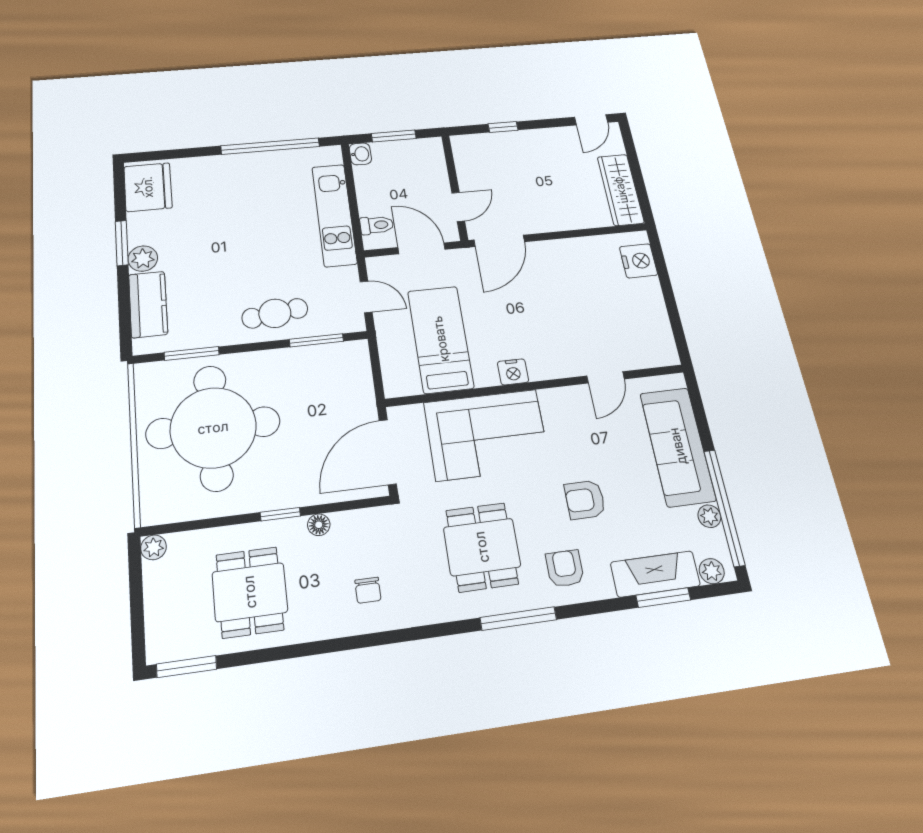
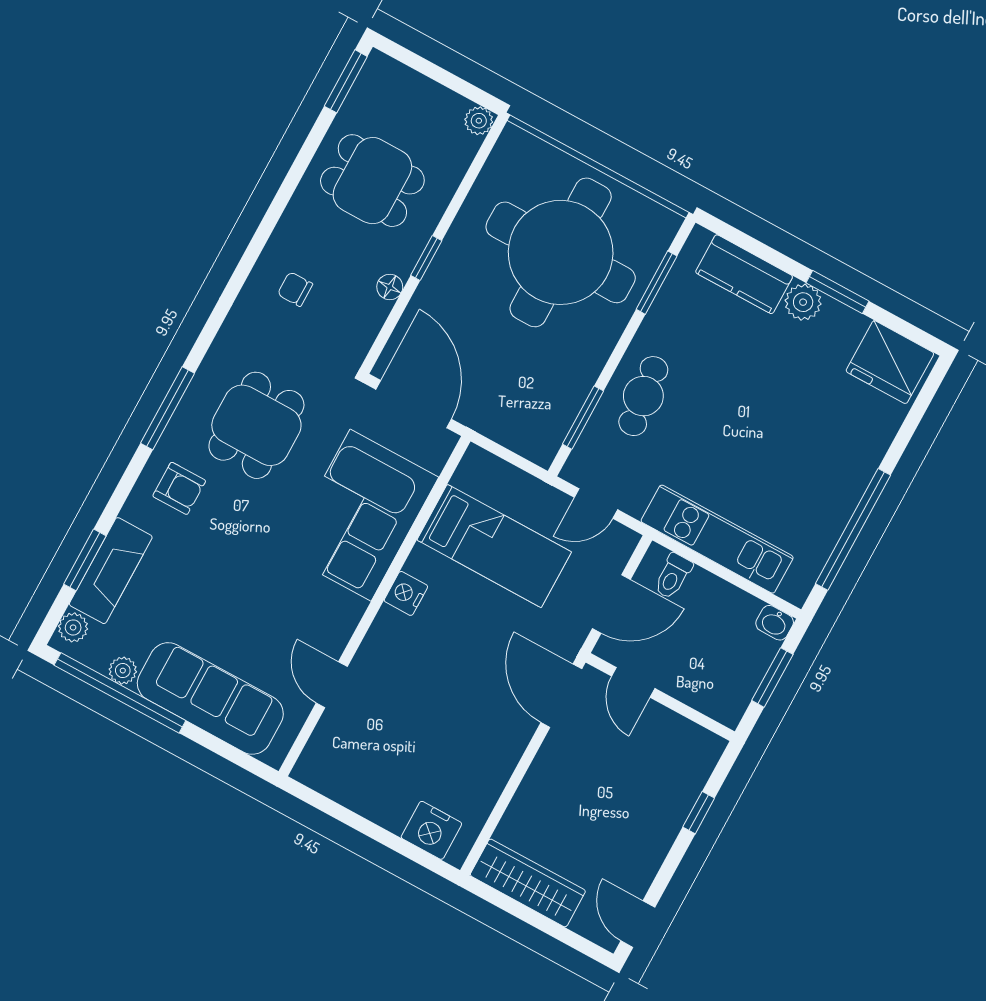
armchair: (585, 500) -> (227, 561), removed
dining table: (482, 547) -> (256, 425), turned 90

